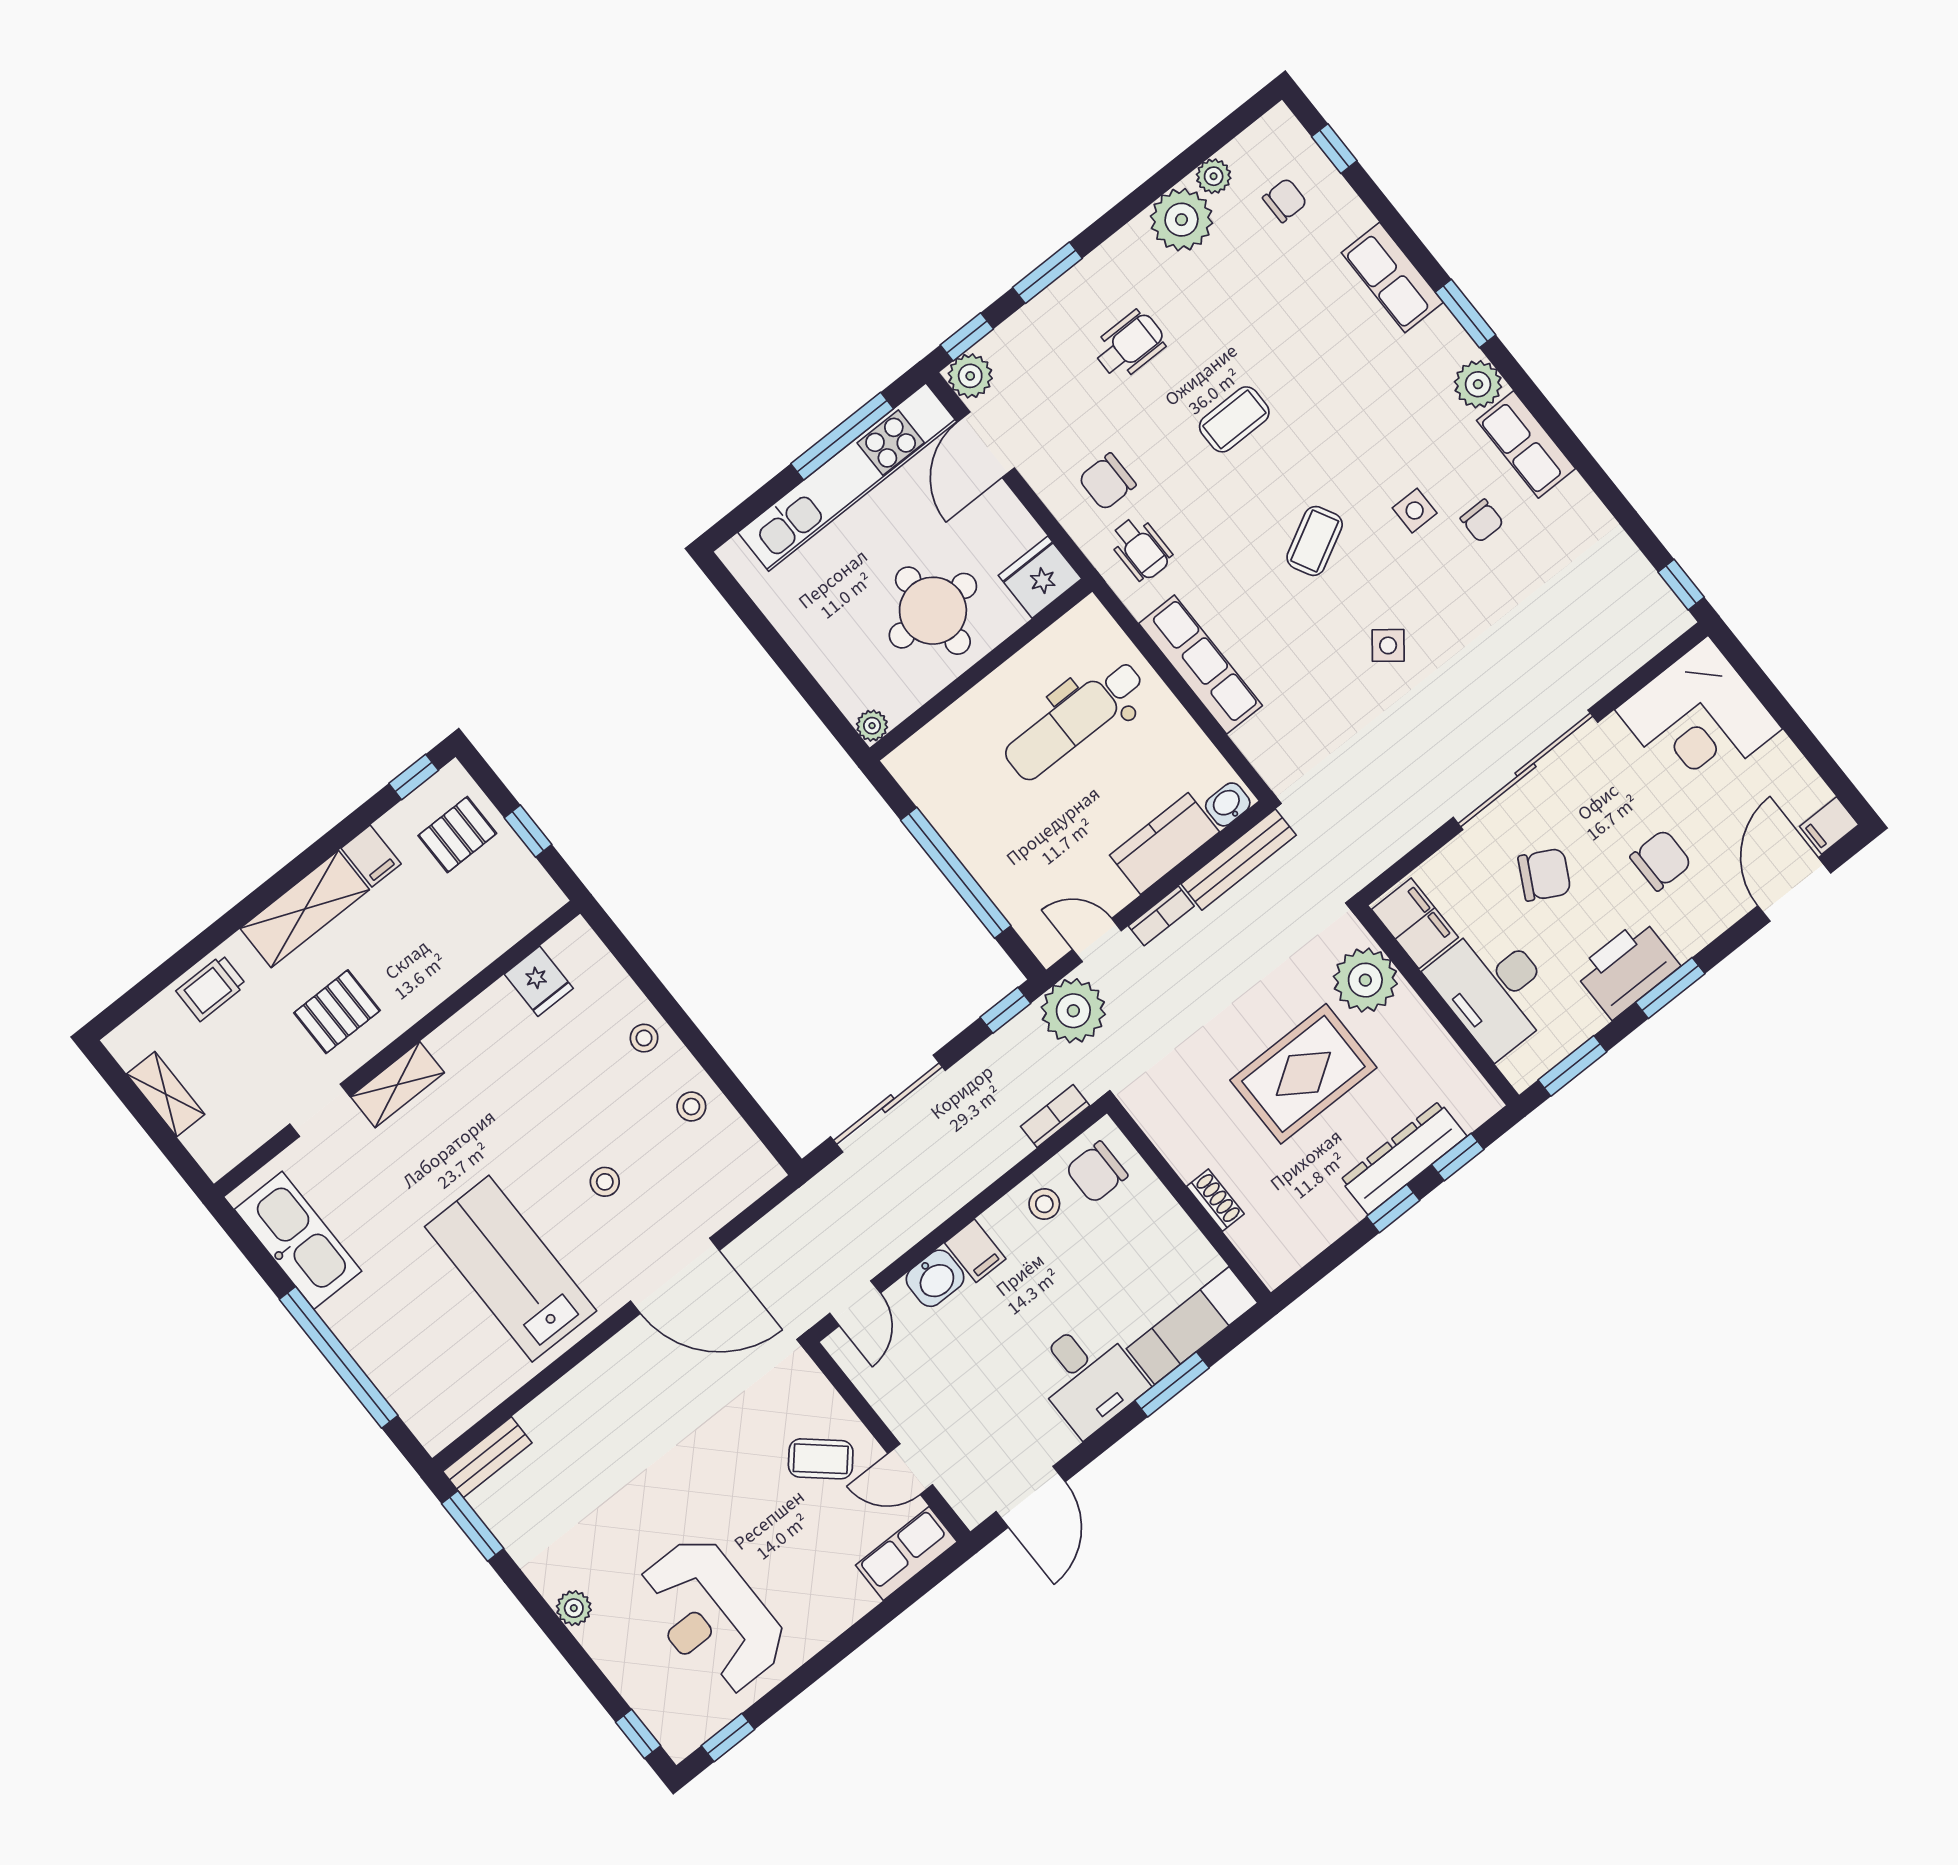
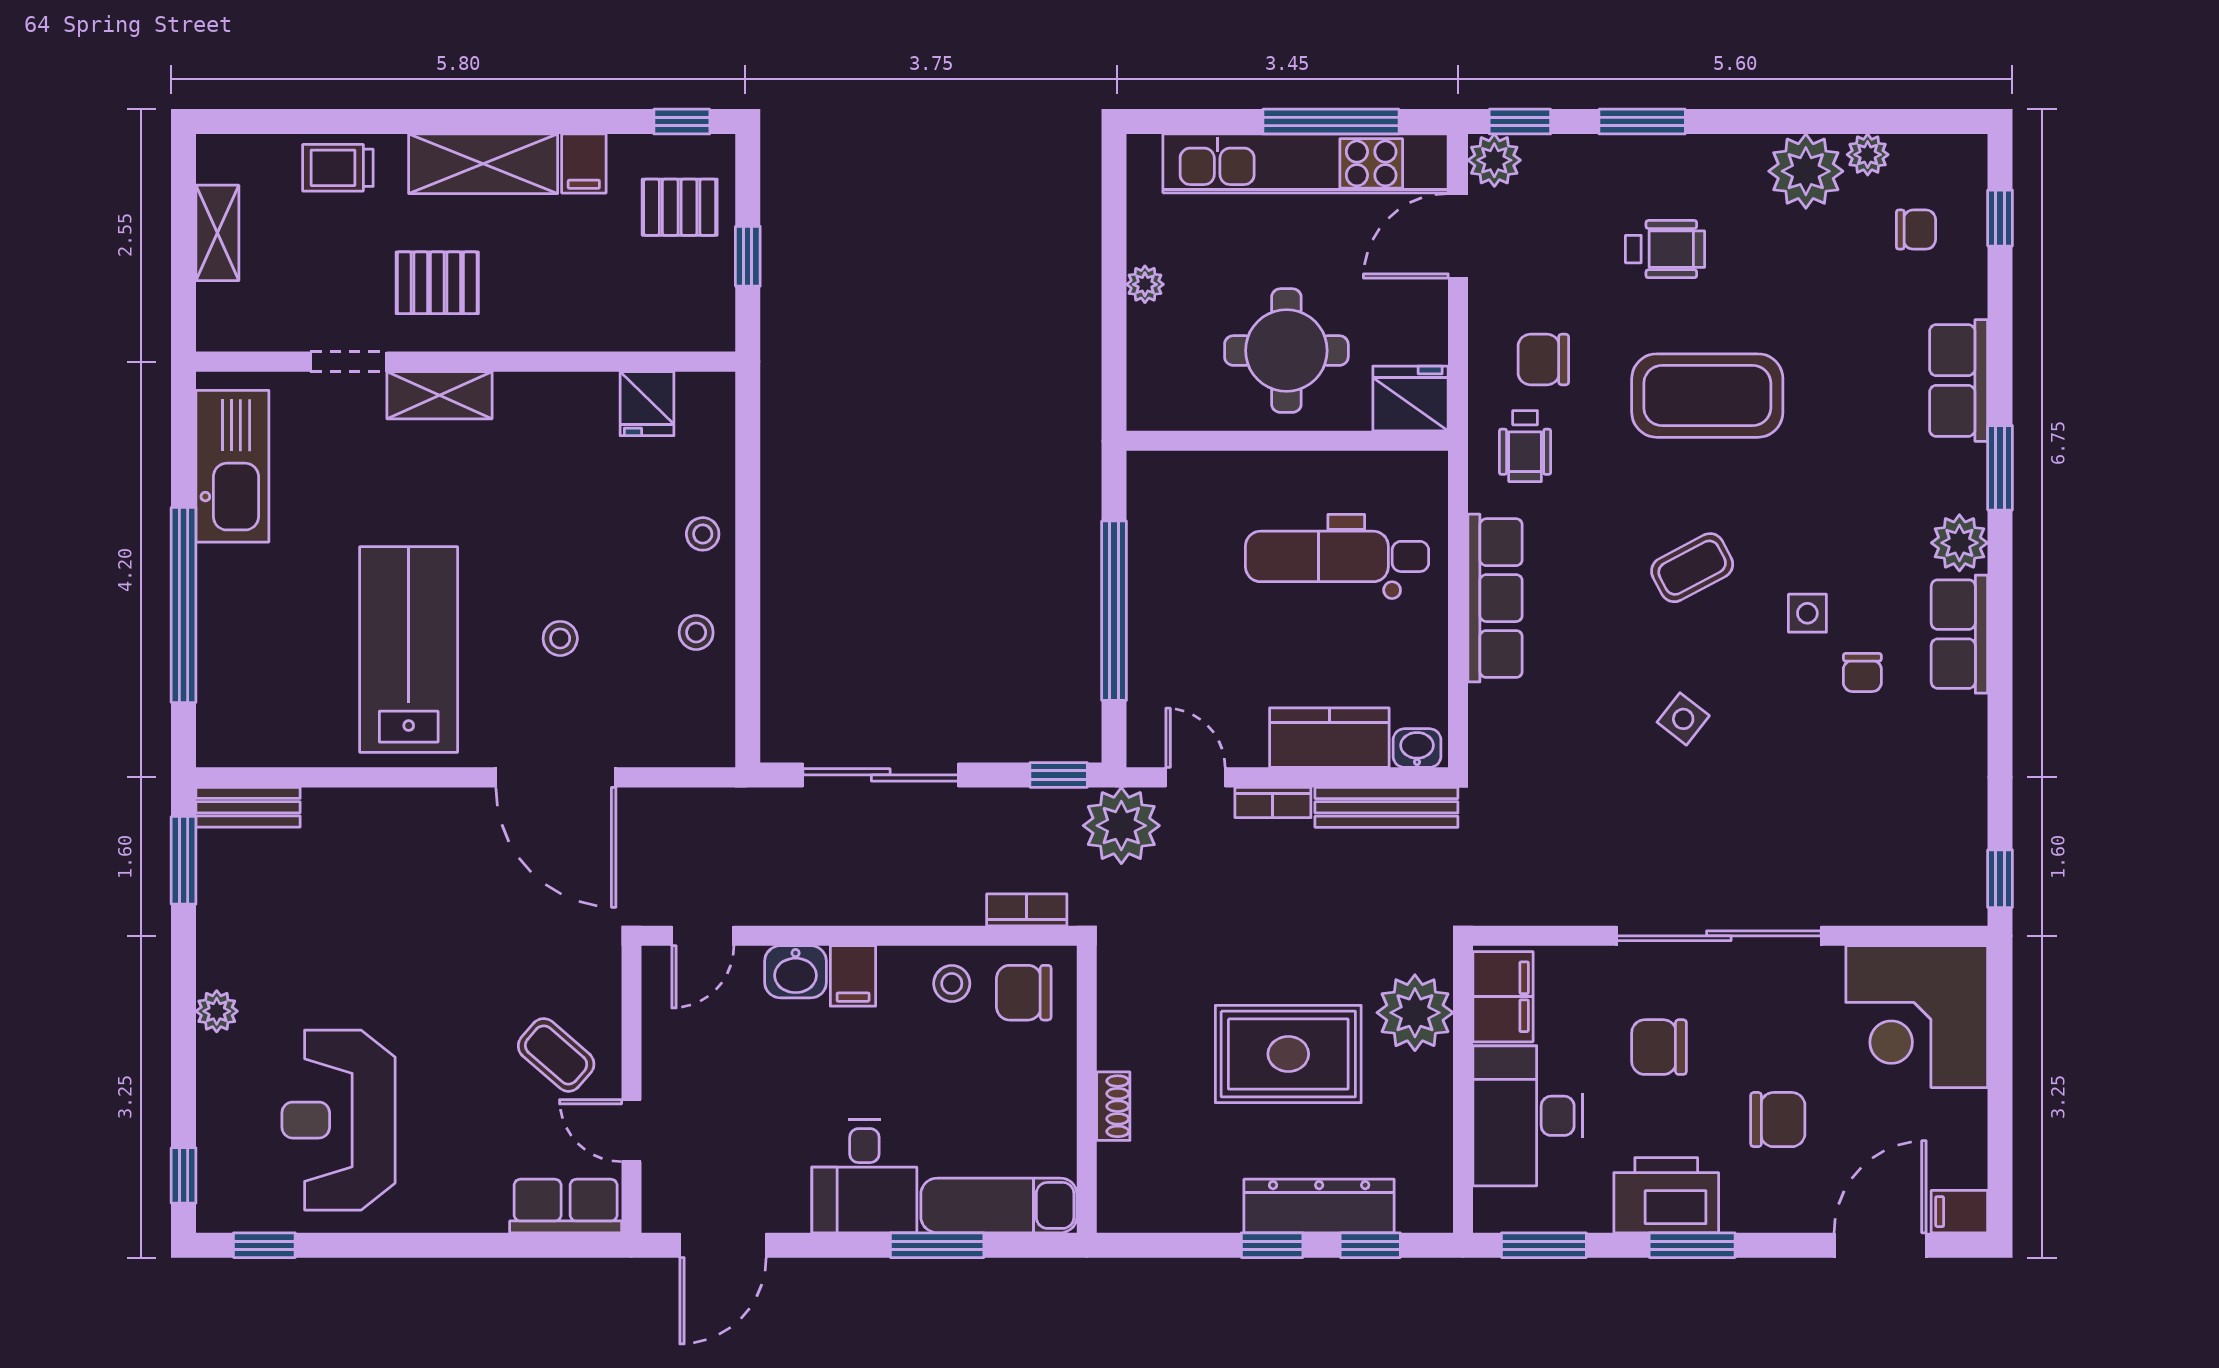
coffee table: (1234, 419) -> (1707, 396), width x1.86, depth x1.72
plant: (872, 726) -> (1145, 284), moved
chair: (1544, 875) -> (1659, 1047), turned 152

